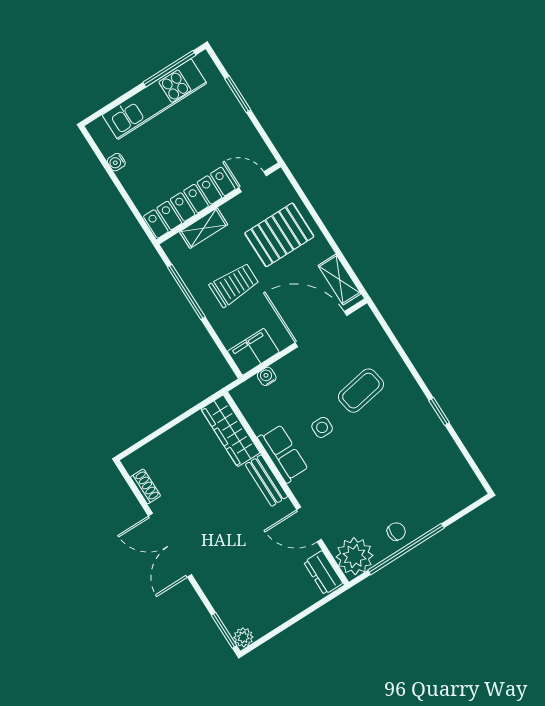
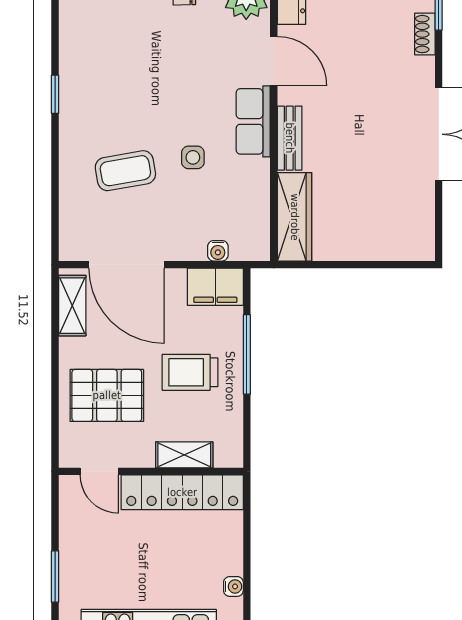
window: (186, 292) -> (247, 354), moved
row of seats: (283, 454) -> (253, 121), moved
shoe rack: (145, 486) -> (425, 34), moved

